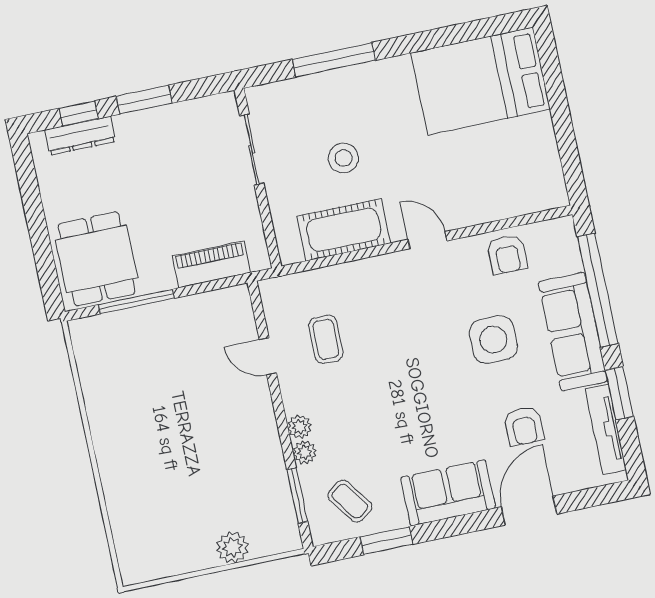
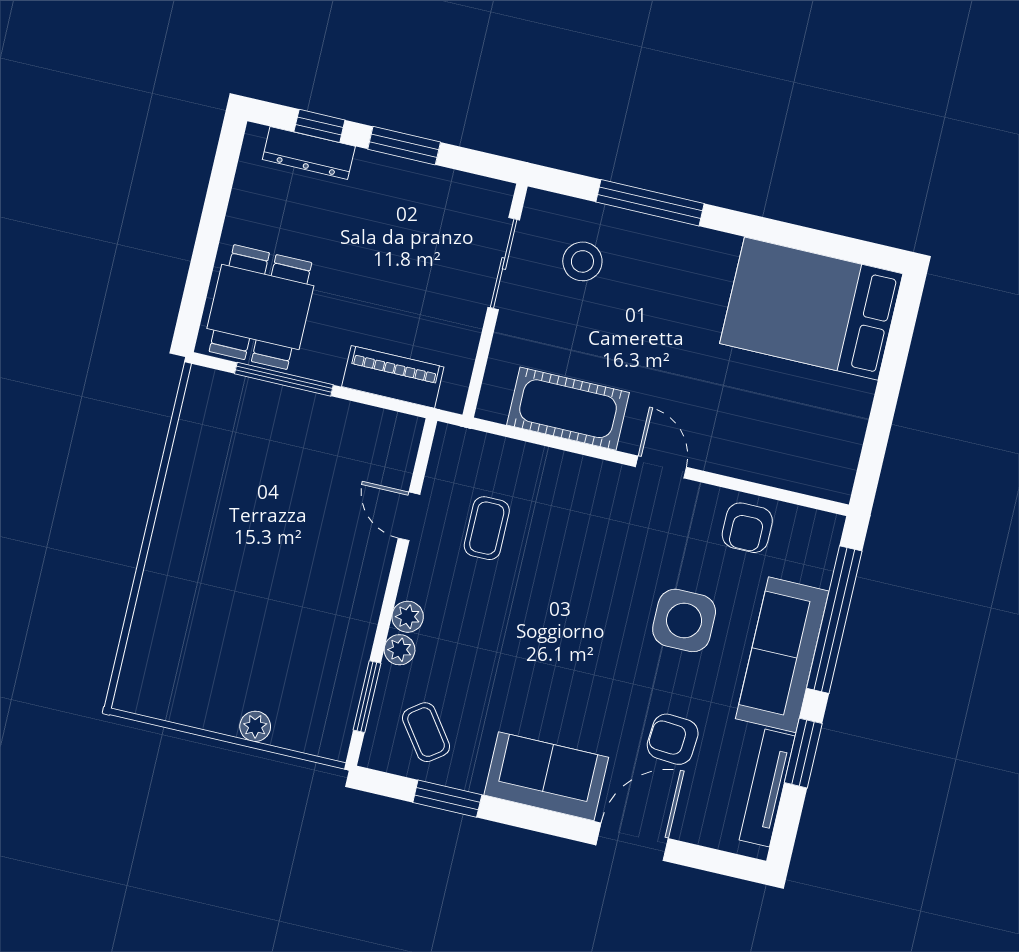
stool: (343, 158) -> (582, 261), moved
armchair: (524, 426) -> (673, 739), turned 94
plant: (232, 547) -> (255, 726), width x0.73, depth x0.73

